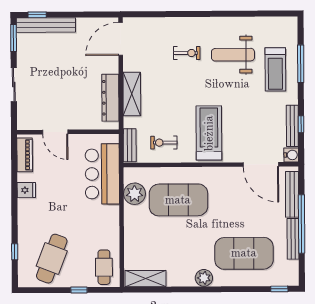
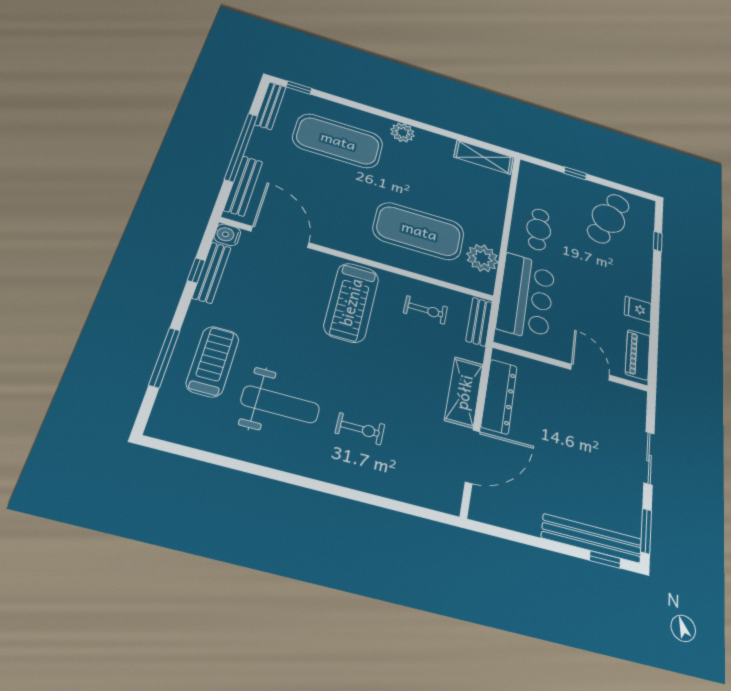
door: (121, 39) -> (473, 456), moved
exercise bike: (187, 53) -> (360, 429), turned 180
bench: (293, 239) -> (270, 106), moved
cafe table: (104, 267) -> (539, 229), moved

